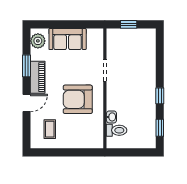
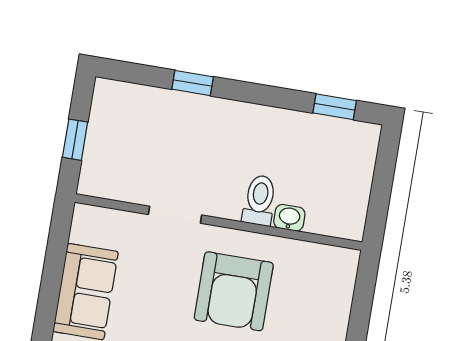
window: (160, 96) -> (193, 83), moved
toilet: (117, 130) -> (259, 200), moved

